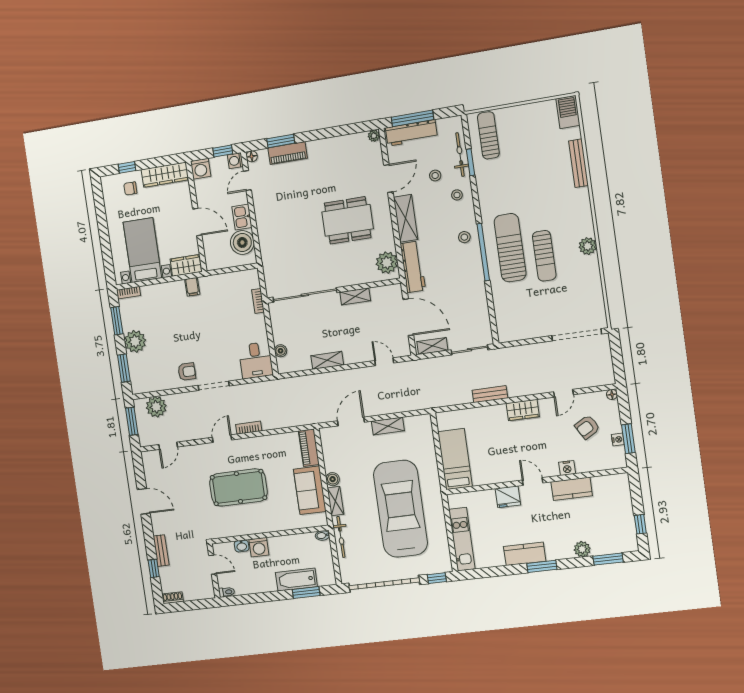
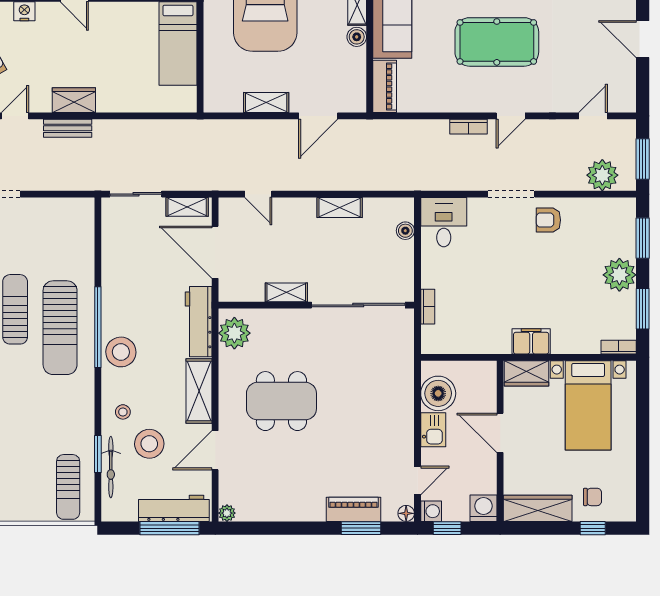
stool: (435, 175) -> (149, 444), width x1.89, depth x1.89
stool: (464, 237) -> (121, 352), width x1.89, depth x1.89
filing cabinet: (192, 287) -> (531, 341), width x2.00
bench: (490, 394) -> (68, 128), moved

